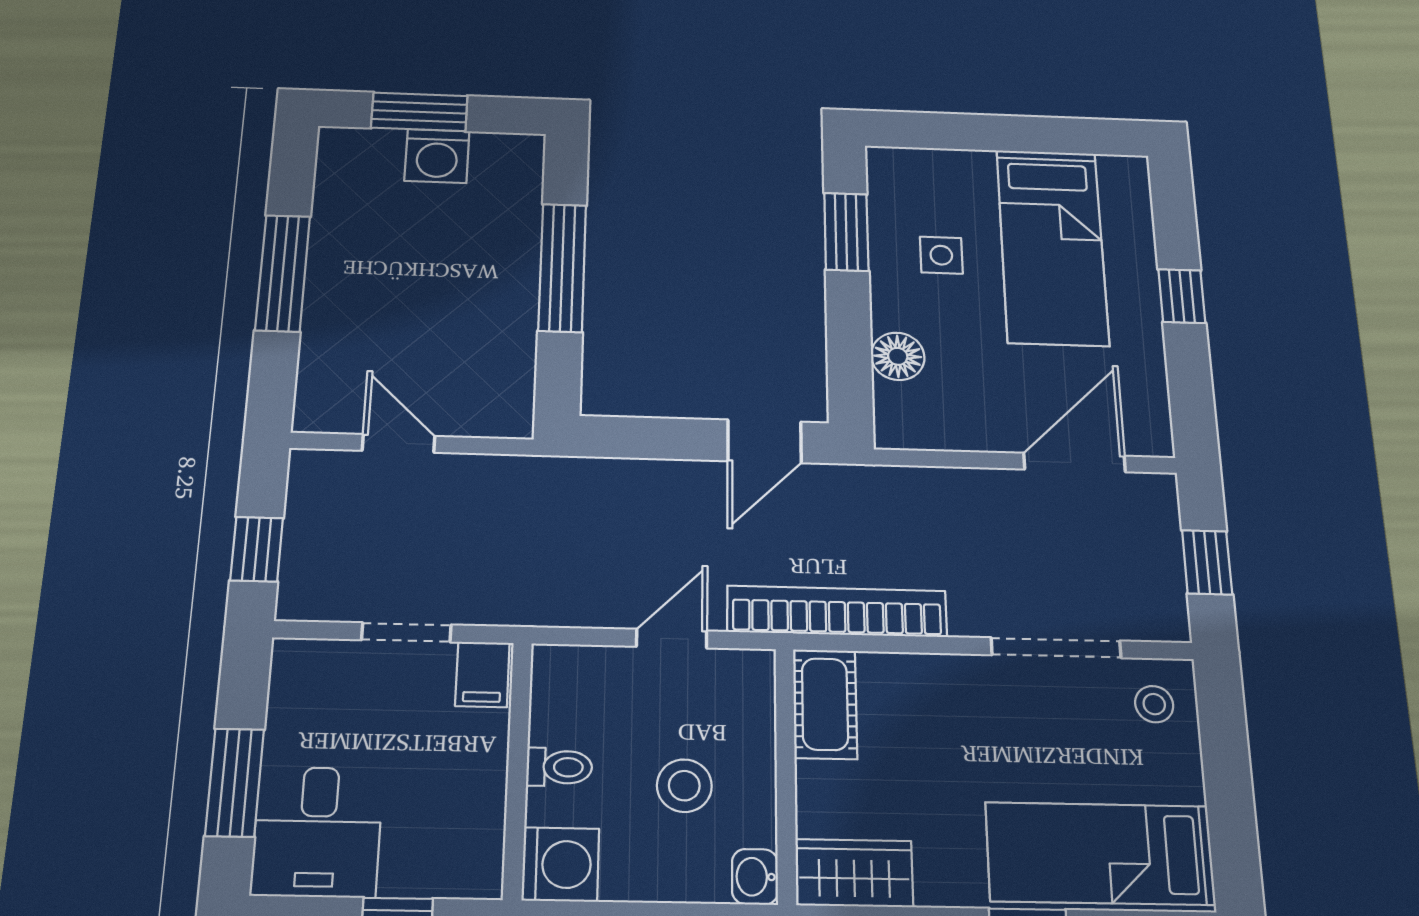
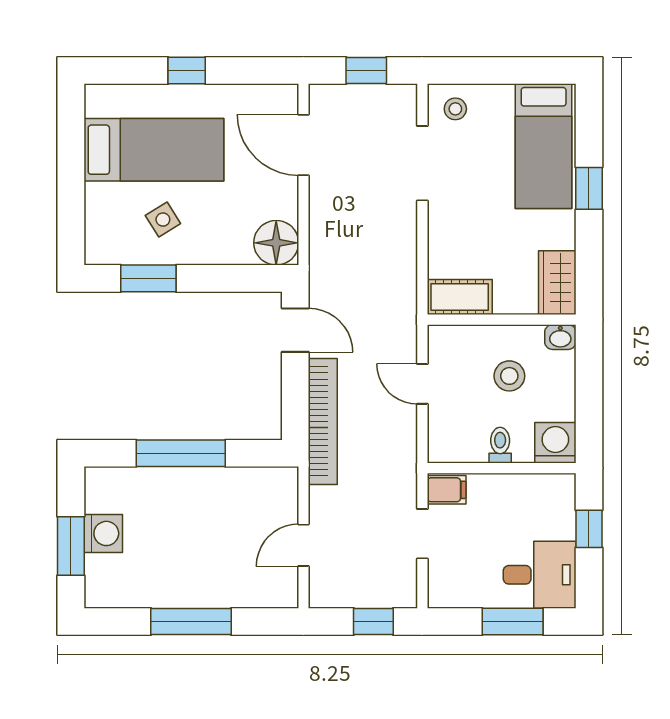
side table: (941, 255) -> (163, 220), turned -32
floor lamp: (898, 356) -> (276, 243), moved, width x1.38, depth x1.38
bookcase: (837, 611) -> (323, 421), moved, turned 180

